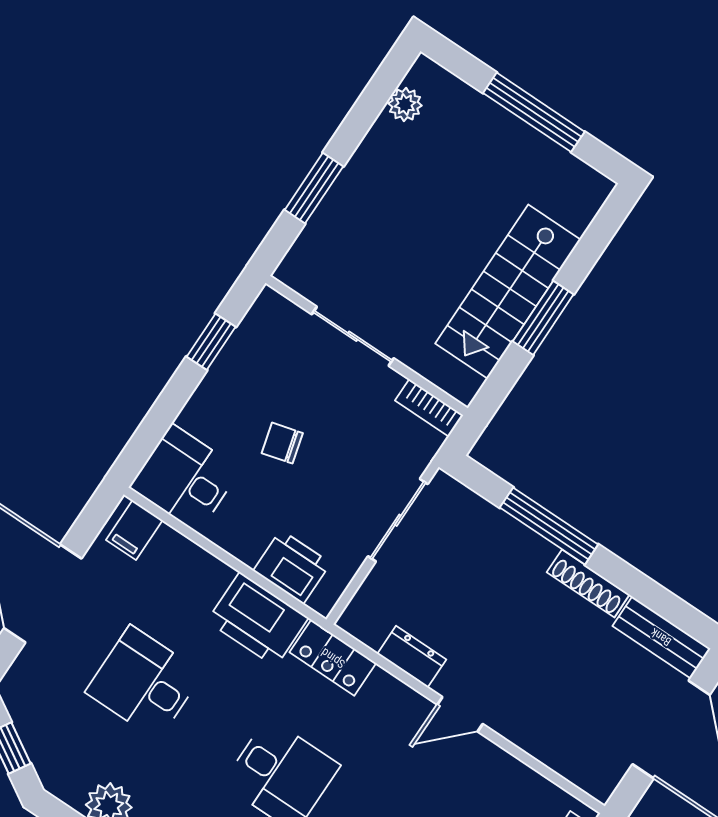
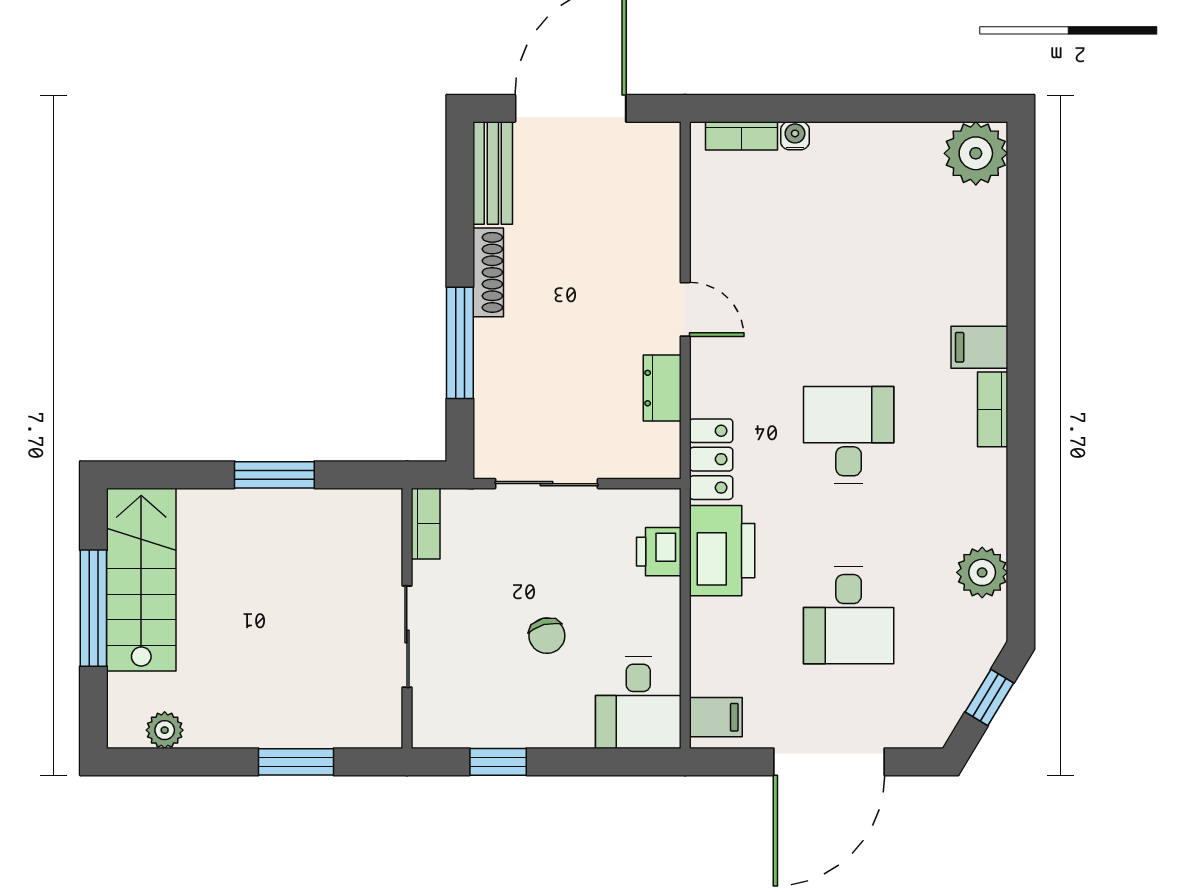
stairs: (508, 292) -> (141, 580), moved, turned -90
printer: (292, 567) -> (659, 552), width x0.73, depth x0.81

